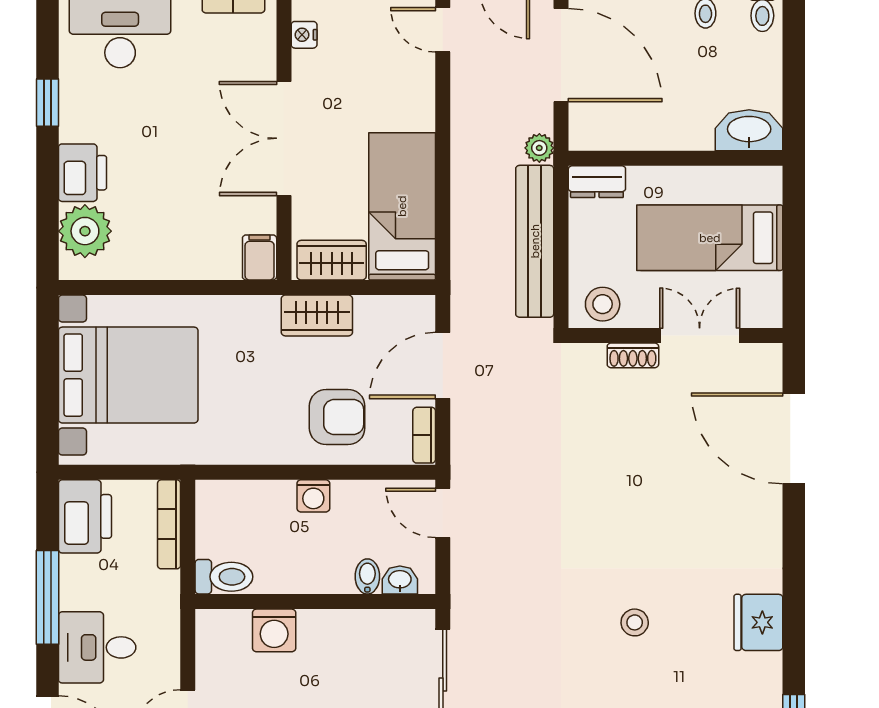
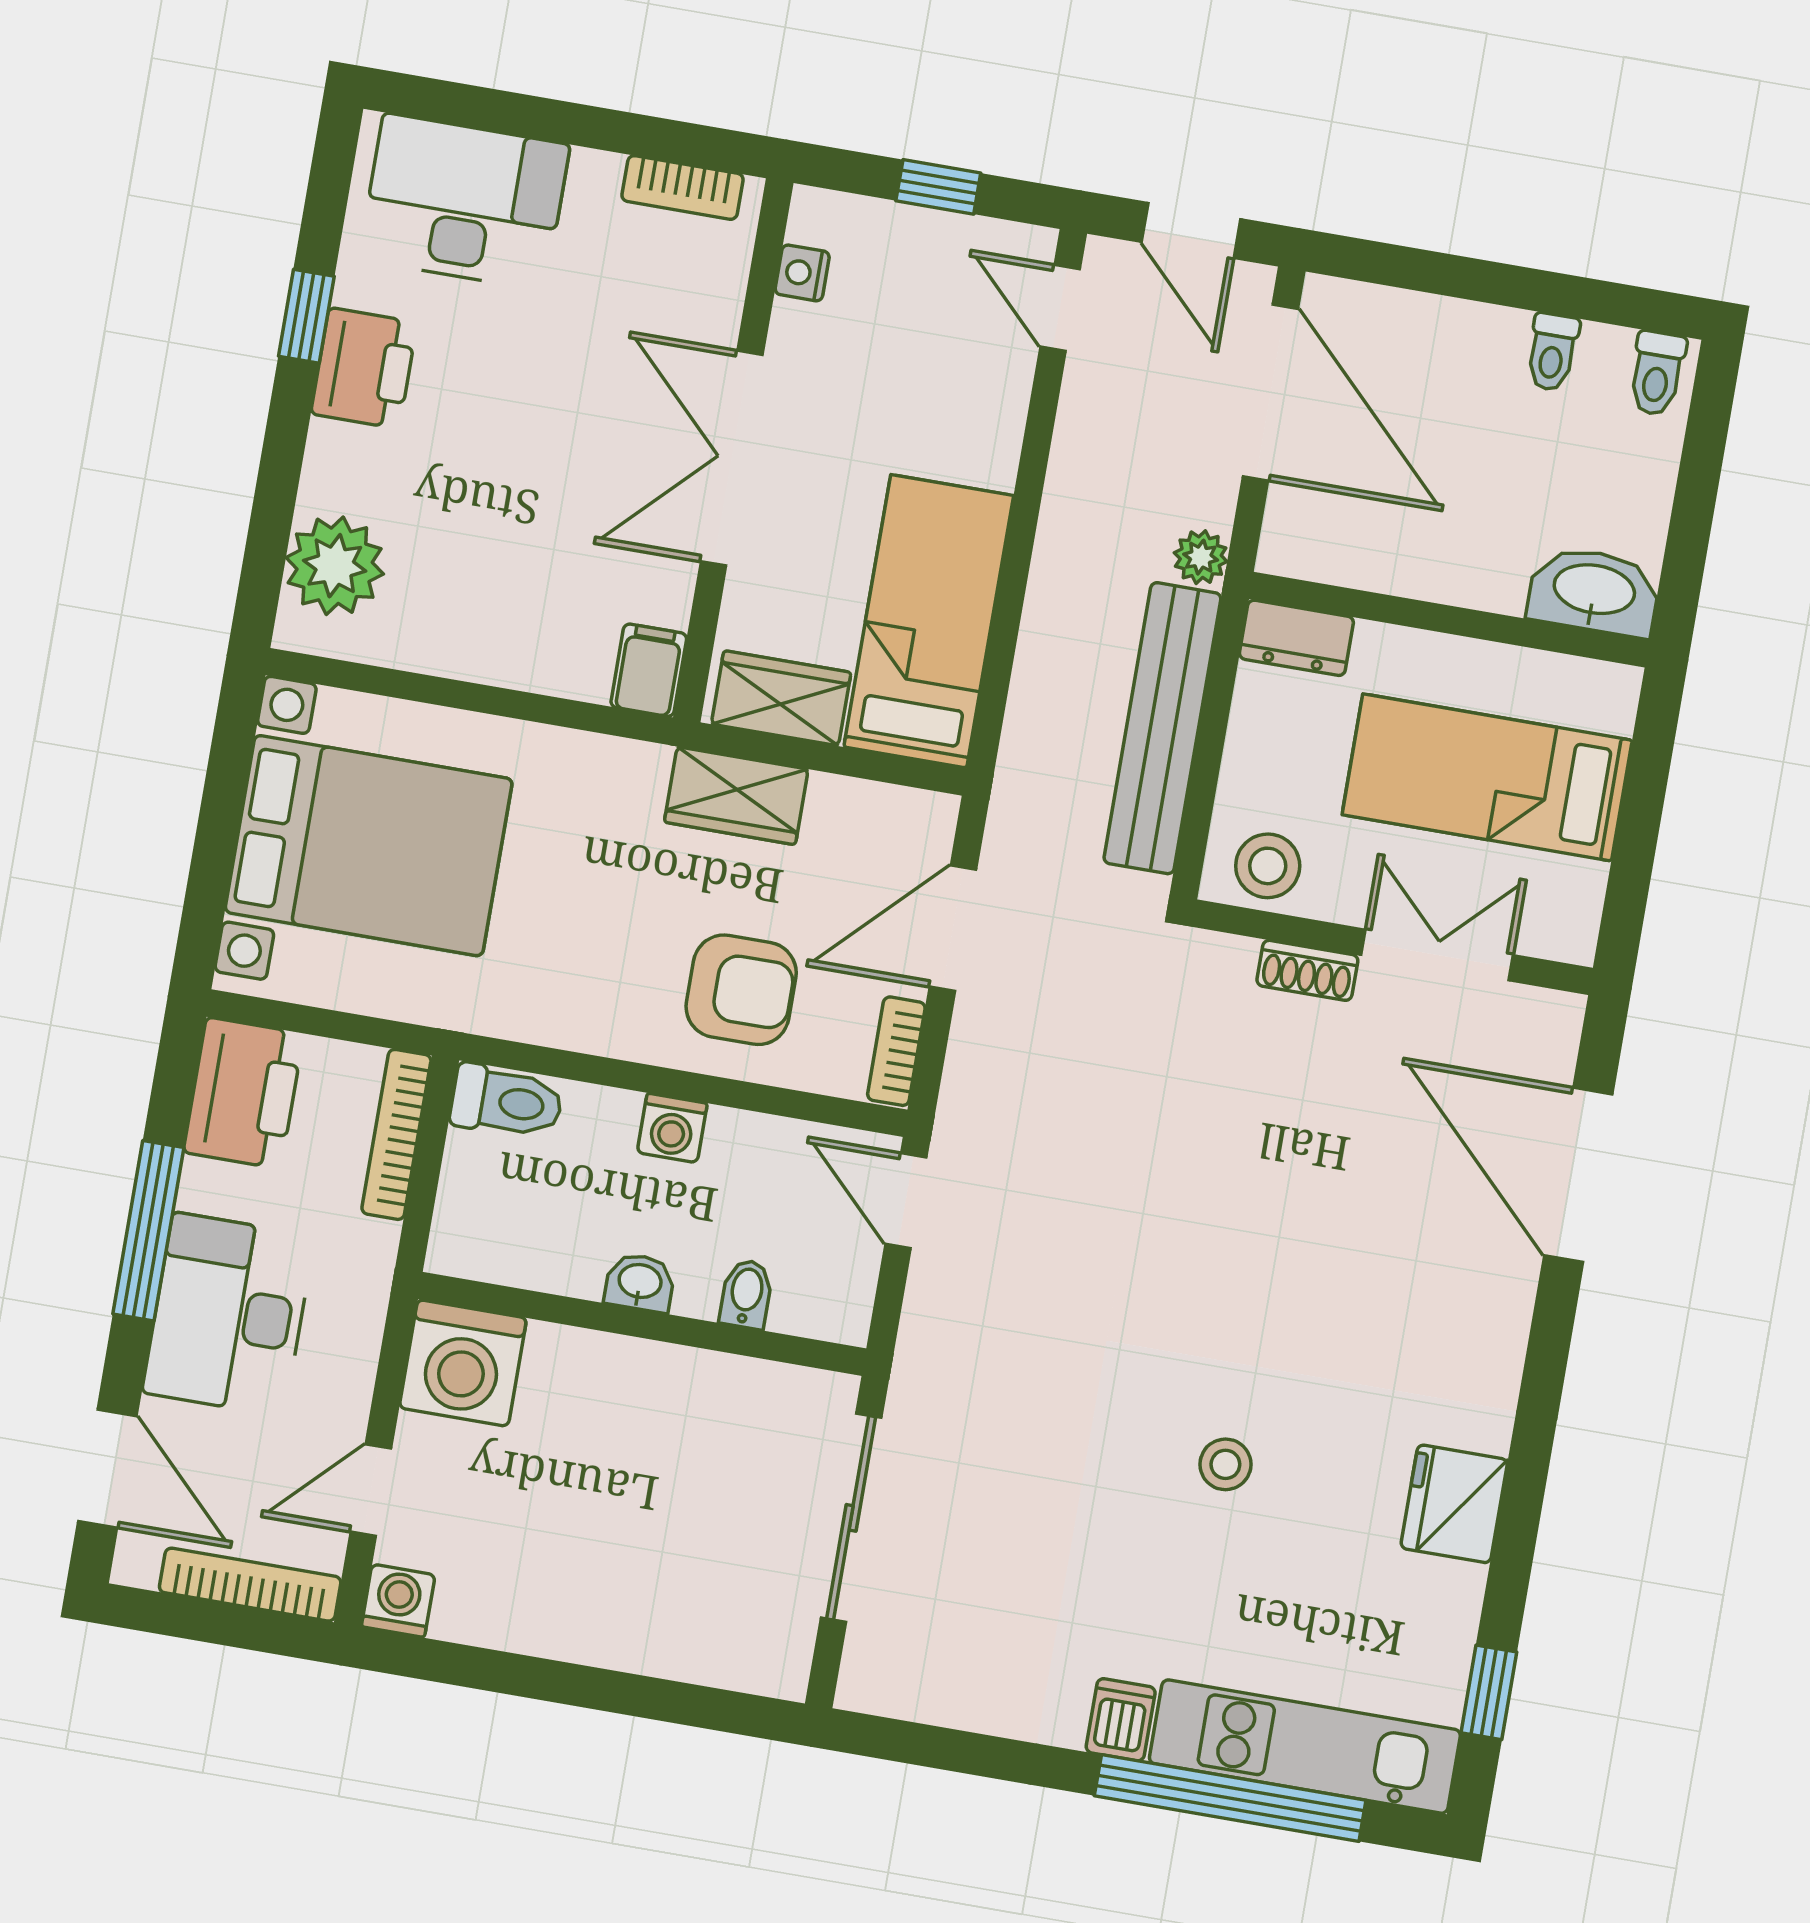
printer: (82, 173) -> (364, 368), moved
toilet: (224, 577) -> (507, 1102), moved
washbasin: (400, 580) -> (640, 1283), moved
washing machine: (274, 630) -> (463, 1363), moved, width x1.37, depth x1.37
desk: (97, 647) -> (229, 1314), width x1.37

